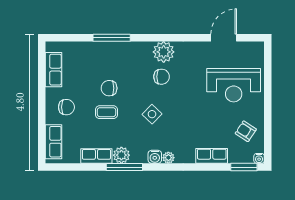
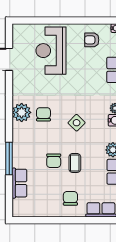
row of seats: (54, 70) -> (19, 183), moved, turned 90
reception desk: (234, 85) -> (51, 51), turned 180
armchair: (246, 131) -> (92, 40), turned 57

